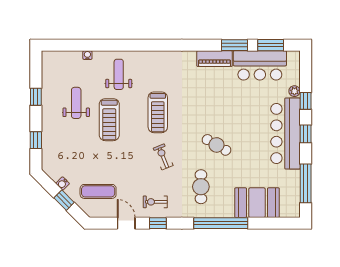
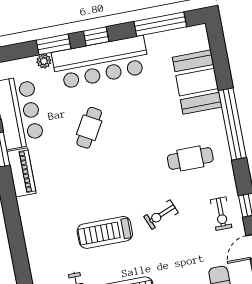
window: (306, 101) -> (54, 44), width x1.50
treadmill: (158, 112) -> (105, 232), turned 180
cafe table: (216, 145) -> (89, 128), moved

